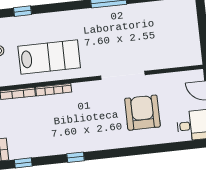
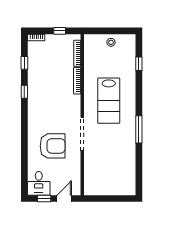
lab bench: (49, 57) -> (109, 101), moved
window: (23, 163) -> (24, 63), moved

